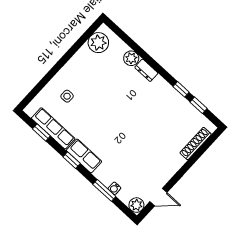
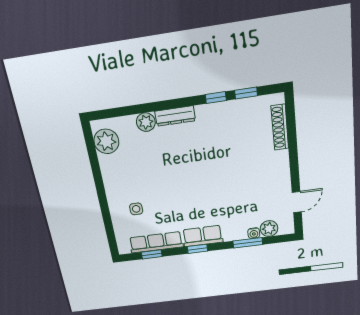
dresser: (146, 70) -> (175, 116), width x1.44
plant: (136, 205) -> (269, 229), moved

